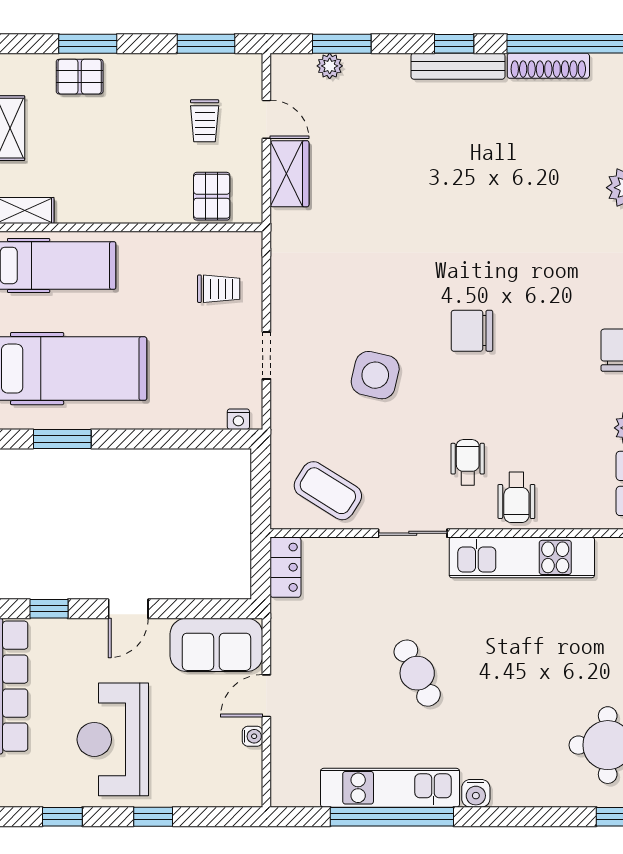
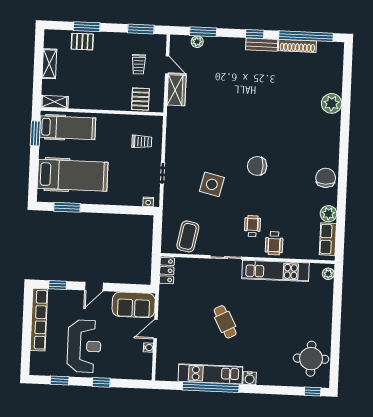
bench: (458, 66) -> (262, 45), width x0.73
coffee table: (328, 491) -> (188, 236), turned 69
reception desk: (113, 739) -> (84, 346), turned 180

